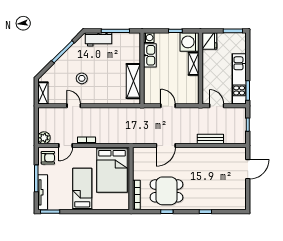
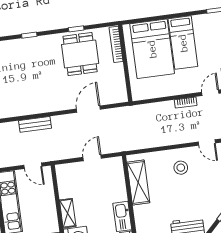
stool: (82, 78) -> (181, 168), moved
door: (168, 106) -> (92, 158), swing flipped
bed: (112, 170) -> (152, 49), moved, turned 180
dining table: (166, 191) -> (80, 54), turned 90

